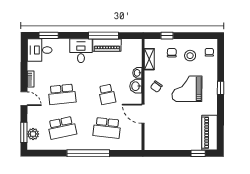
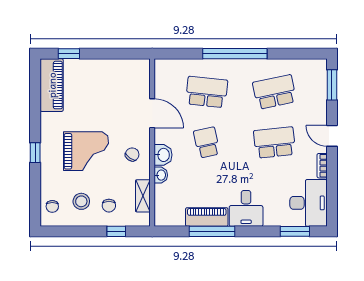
desk: (40, 50) -> (308, 203), width x1.37
plant: (33, 134) -> (318, 83), removed

